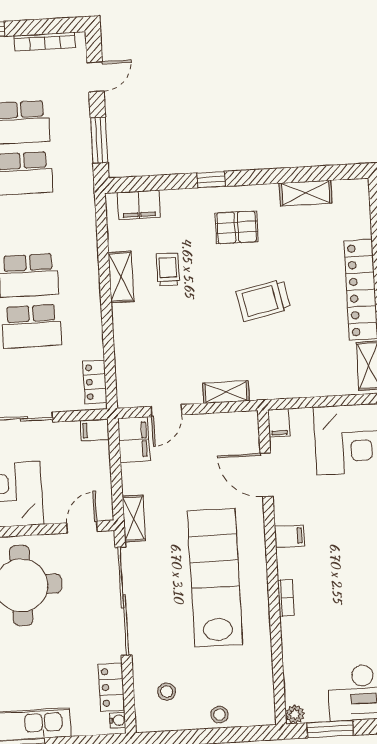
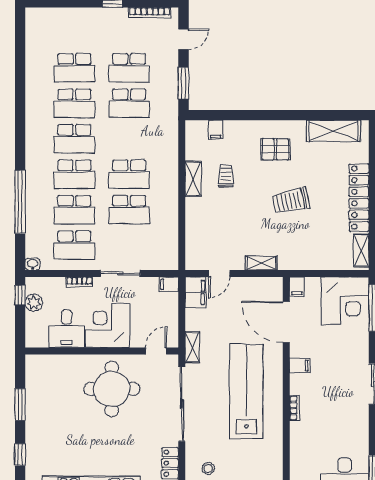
window: (211, 180) -> (259, 115), removed
shelving: (306, 193) -> (333, 131), width x1.50, depth x1.33
filing cabinet: (139, 205) -> (216, 130), width x0.50
locker: (95, 382) -> (171, 251), removed
door: (267, 475) -> (286, 322), width x1.36

